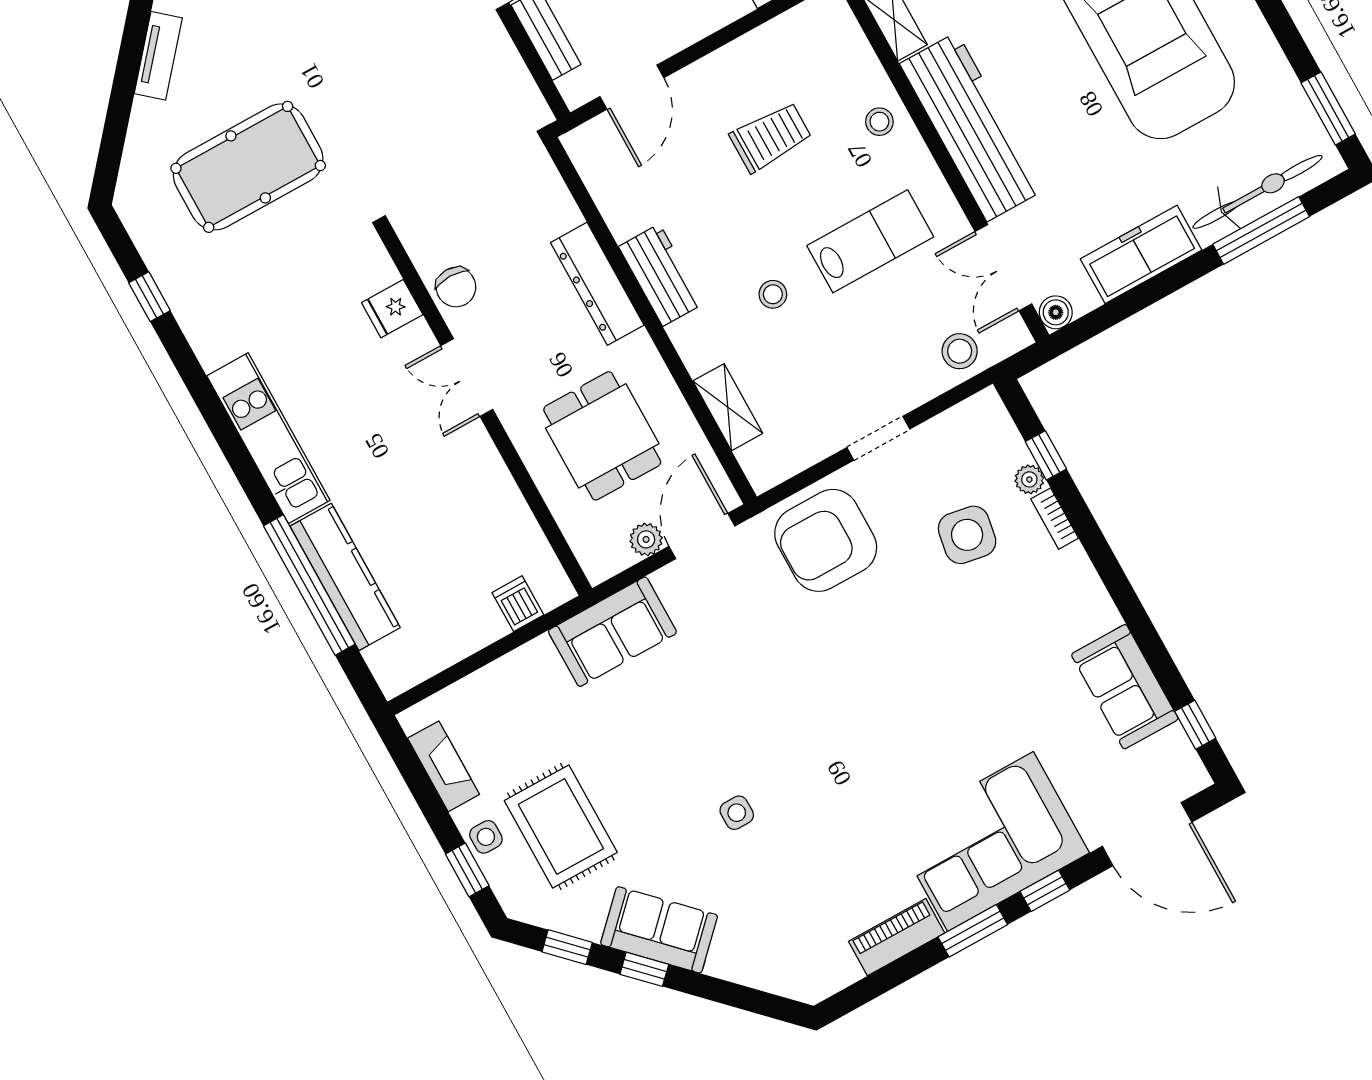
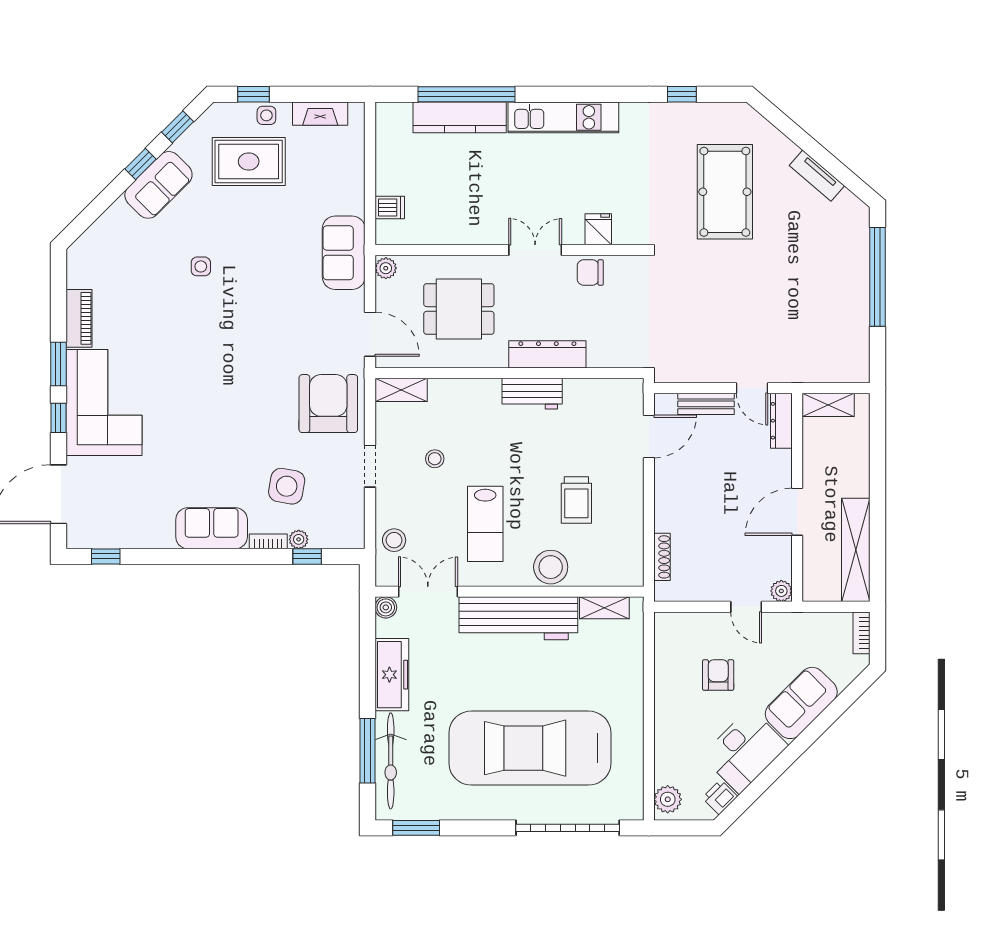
door: (632, 87) -> (649, 436), swing flipped
stool: (879, 122) -> (551, 567), width x1.89, depth x1.89
stool: (773, 294) -> (435, 459), moved
shelving: (728, 407) -> (401, 390), moved
plant: (646, 539) -> (386, 268), moved
sofa: (1125, 687) -> (212, 528), moved

